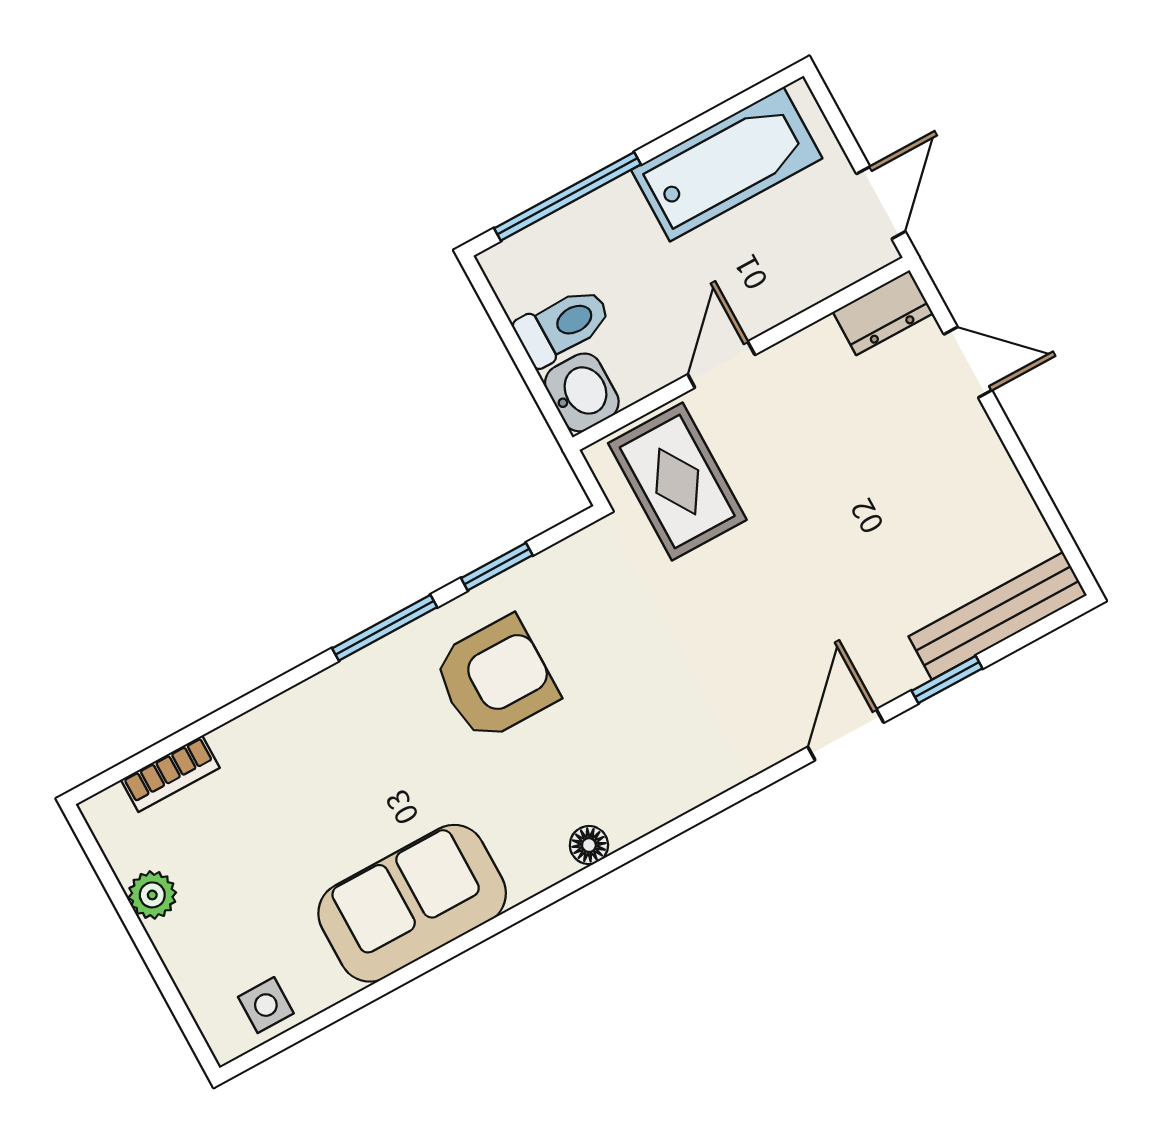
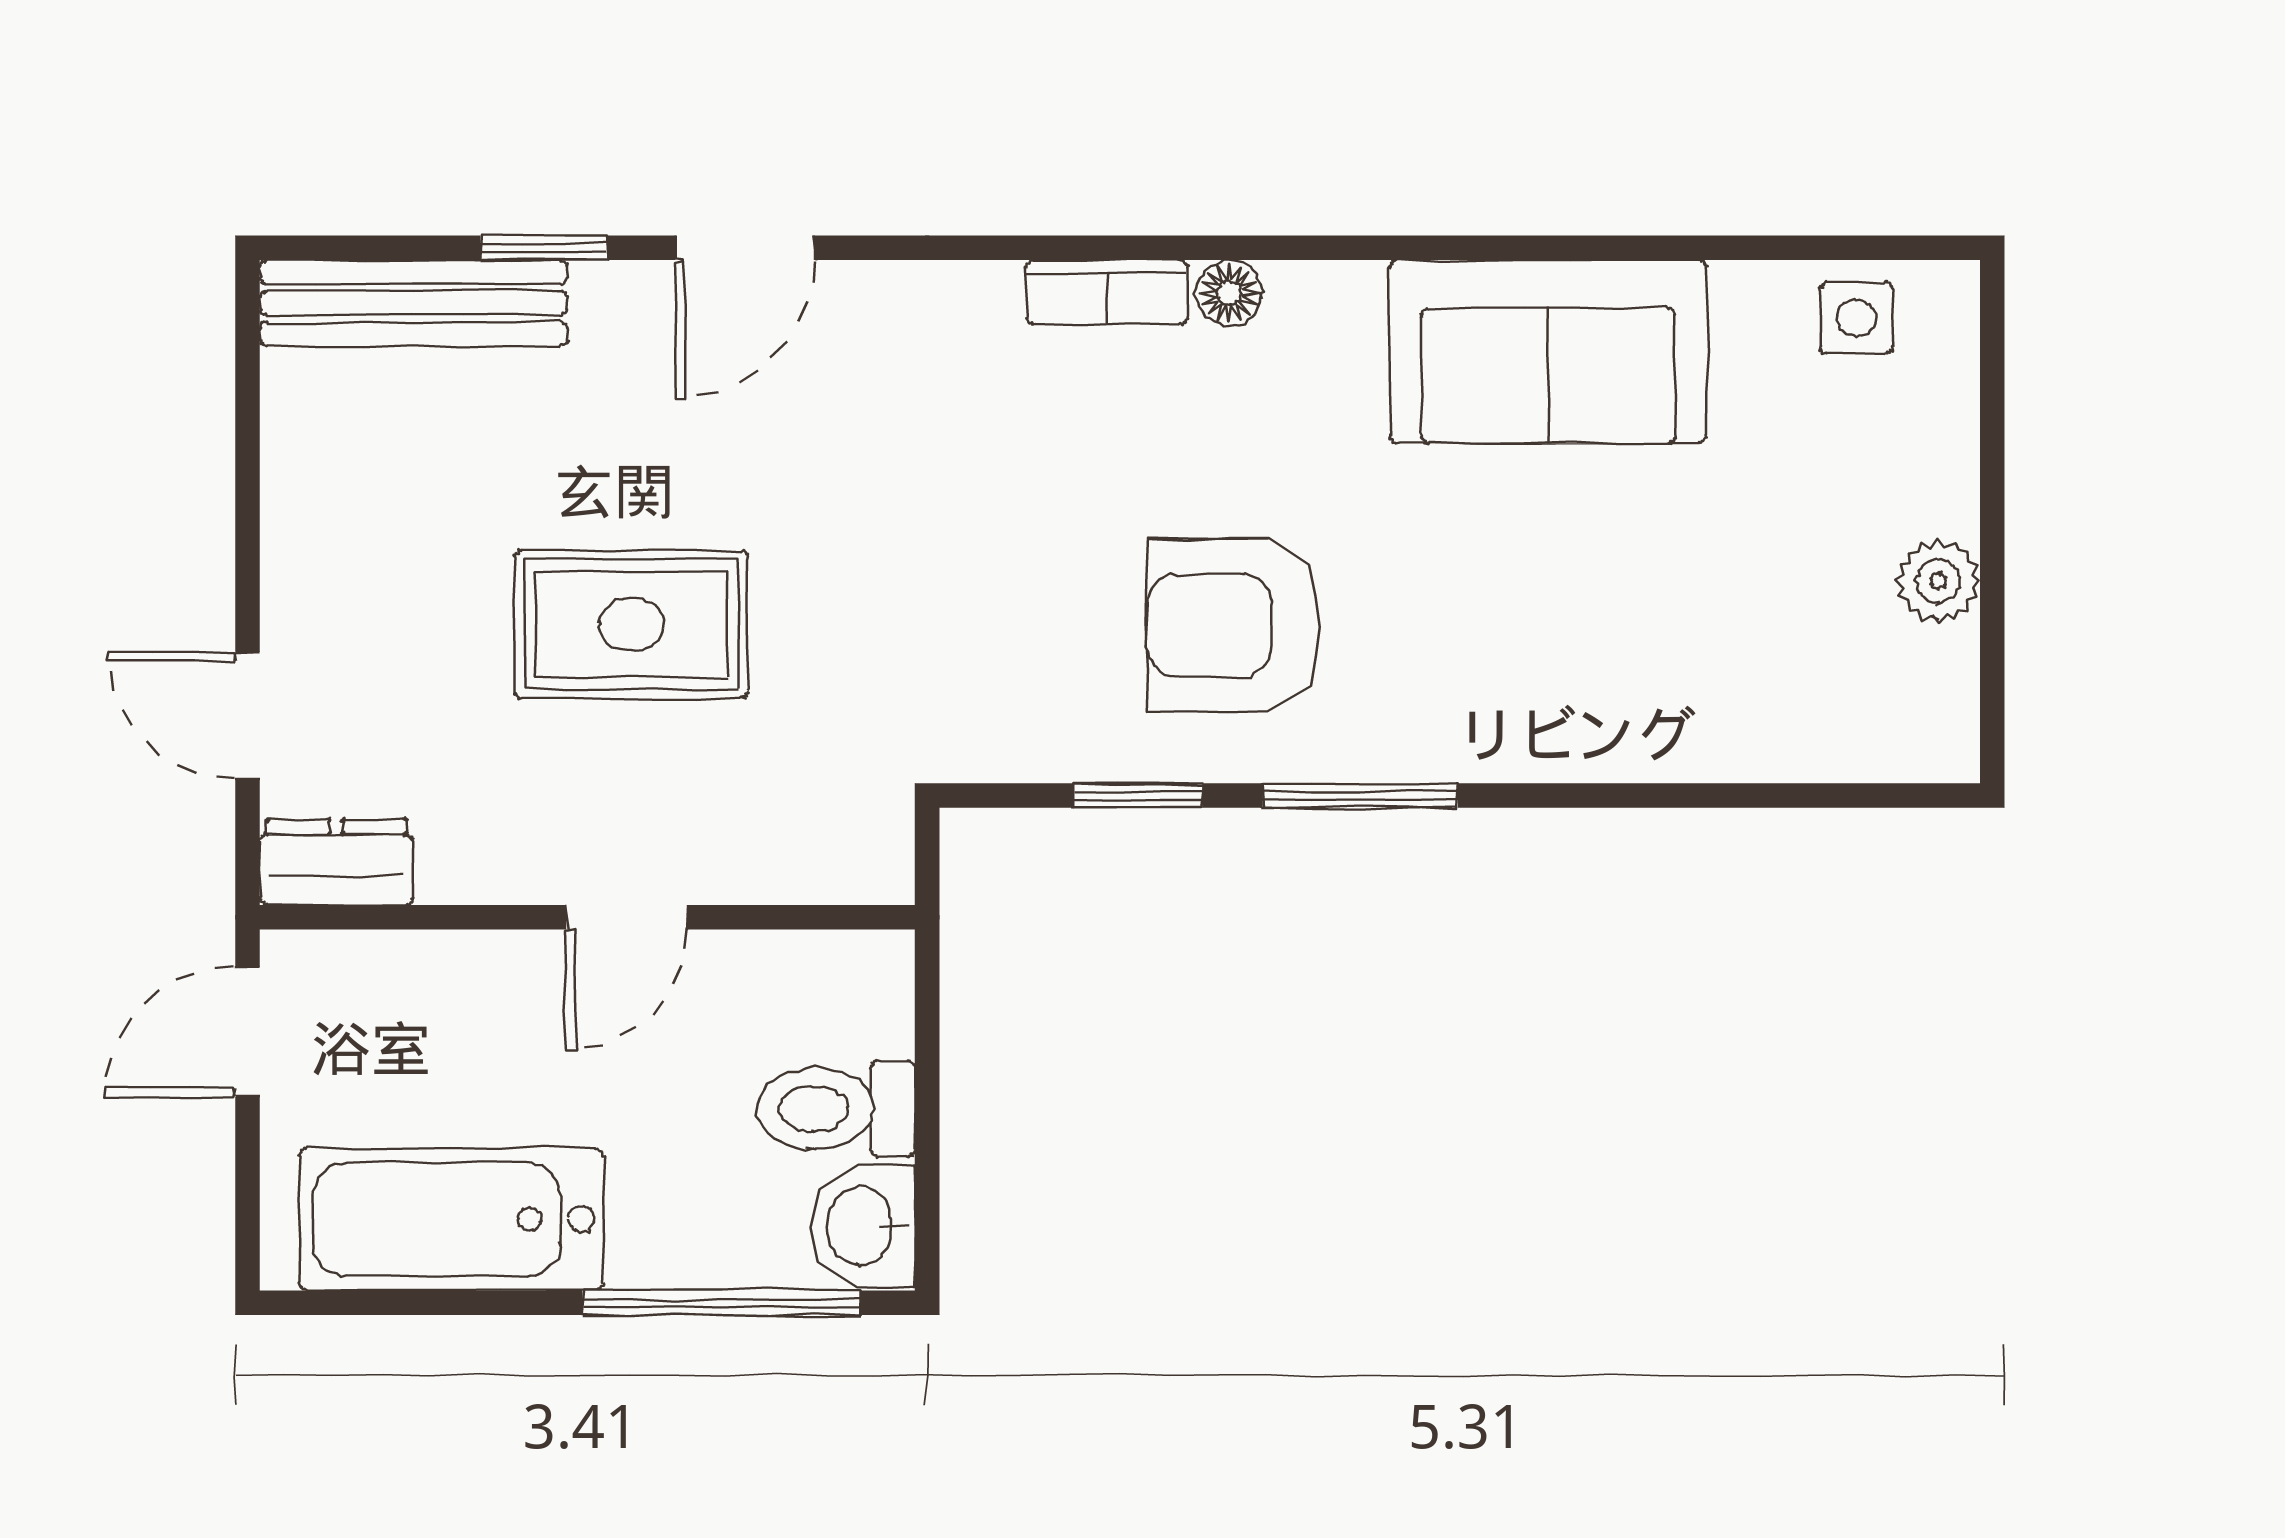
washbasin: (582, 392) -> (863, 1226), moved
rug: (677, 482) -> (631, 624), moved, turned 90
bookcase: (170, 774) -> (1107, 292), moved, turned 180

